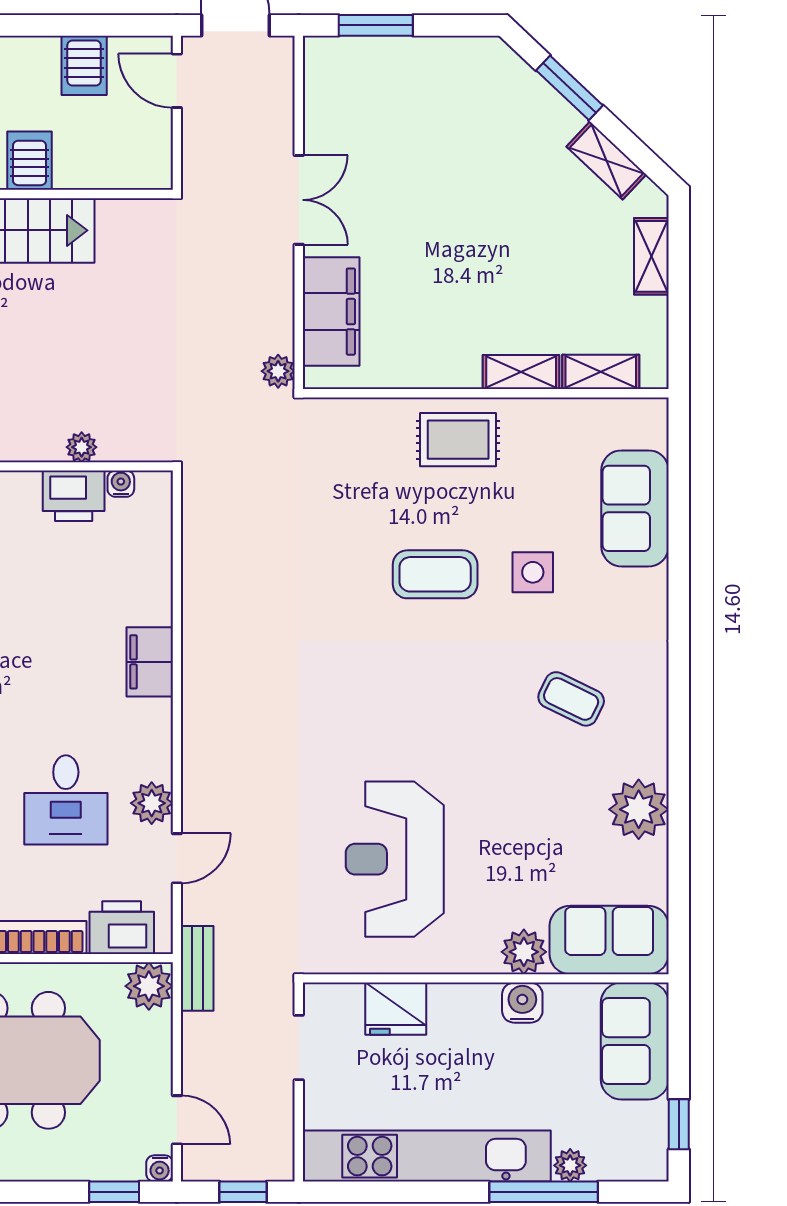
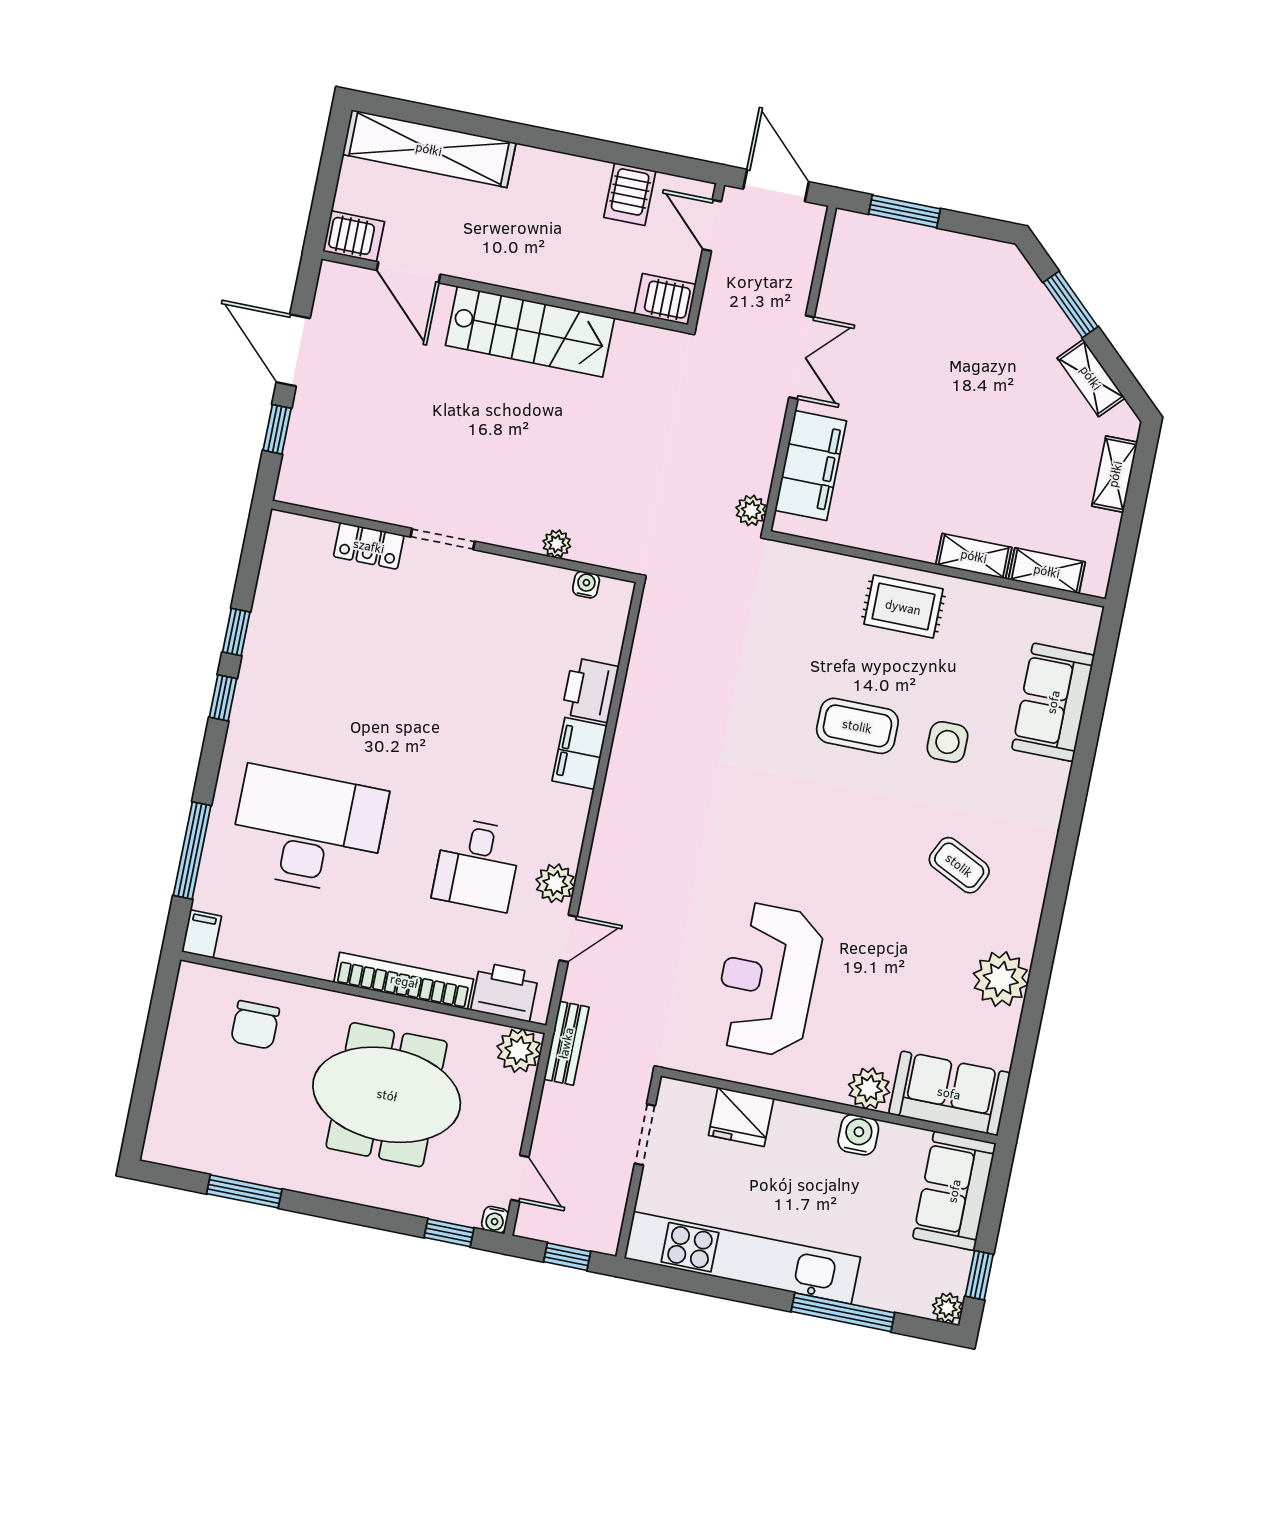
server rack: (30, 161) -> (665, 299), moved, turned -90
printer: (74, 496) -> (590, 690), moved, turned 90
plant: (570, 1165) -> (947, 1308), moved

